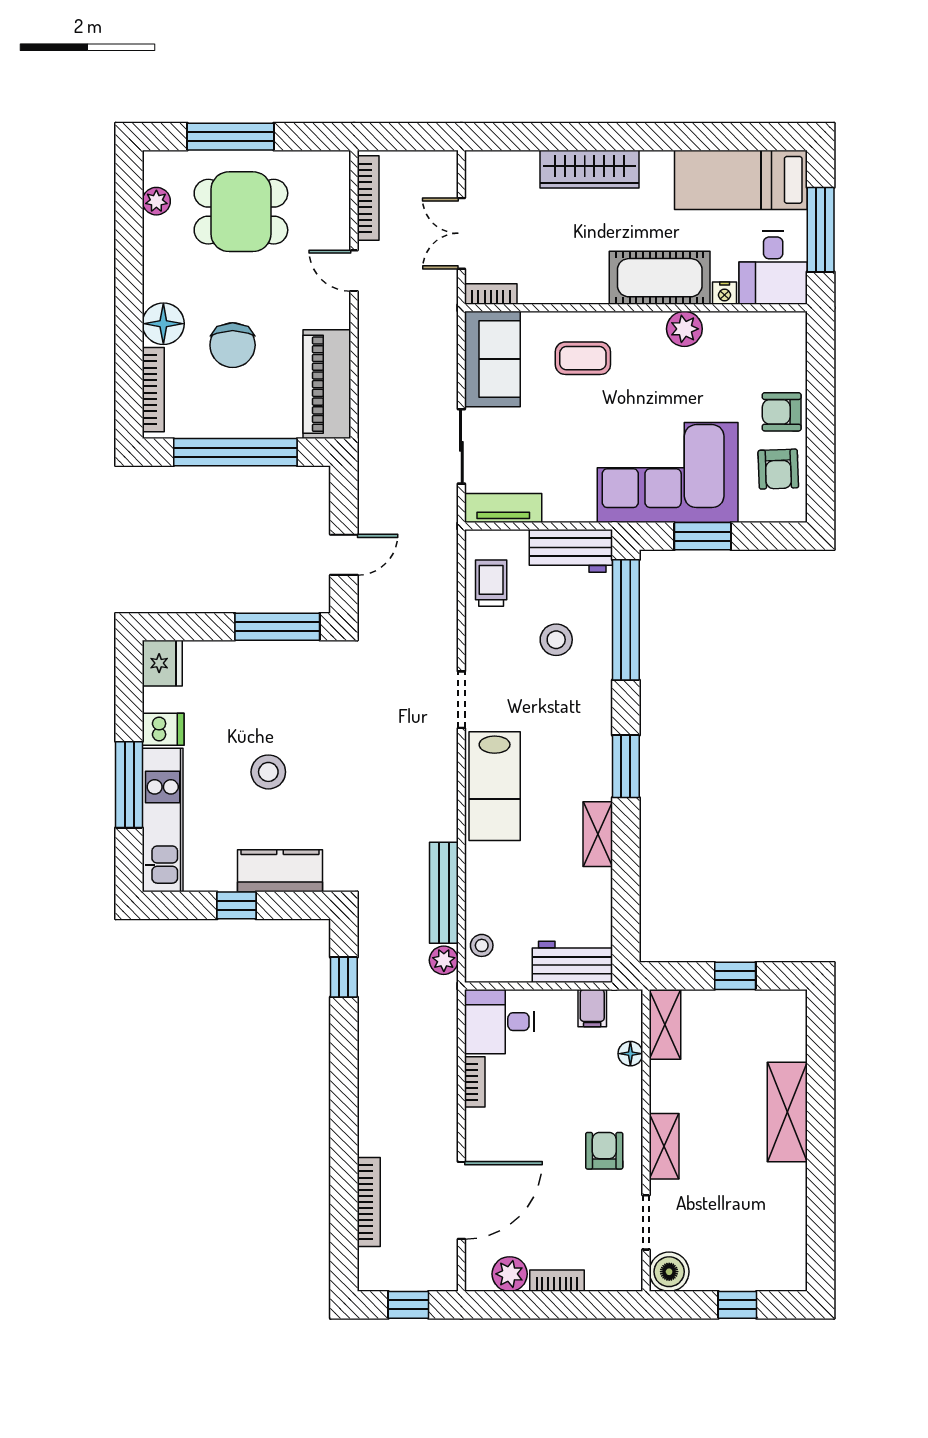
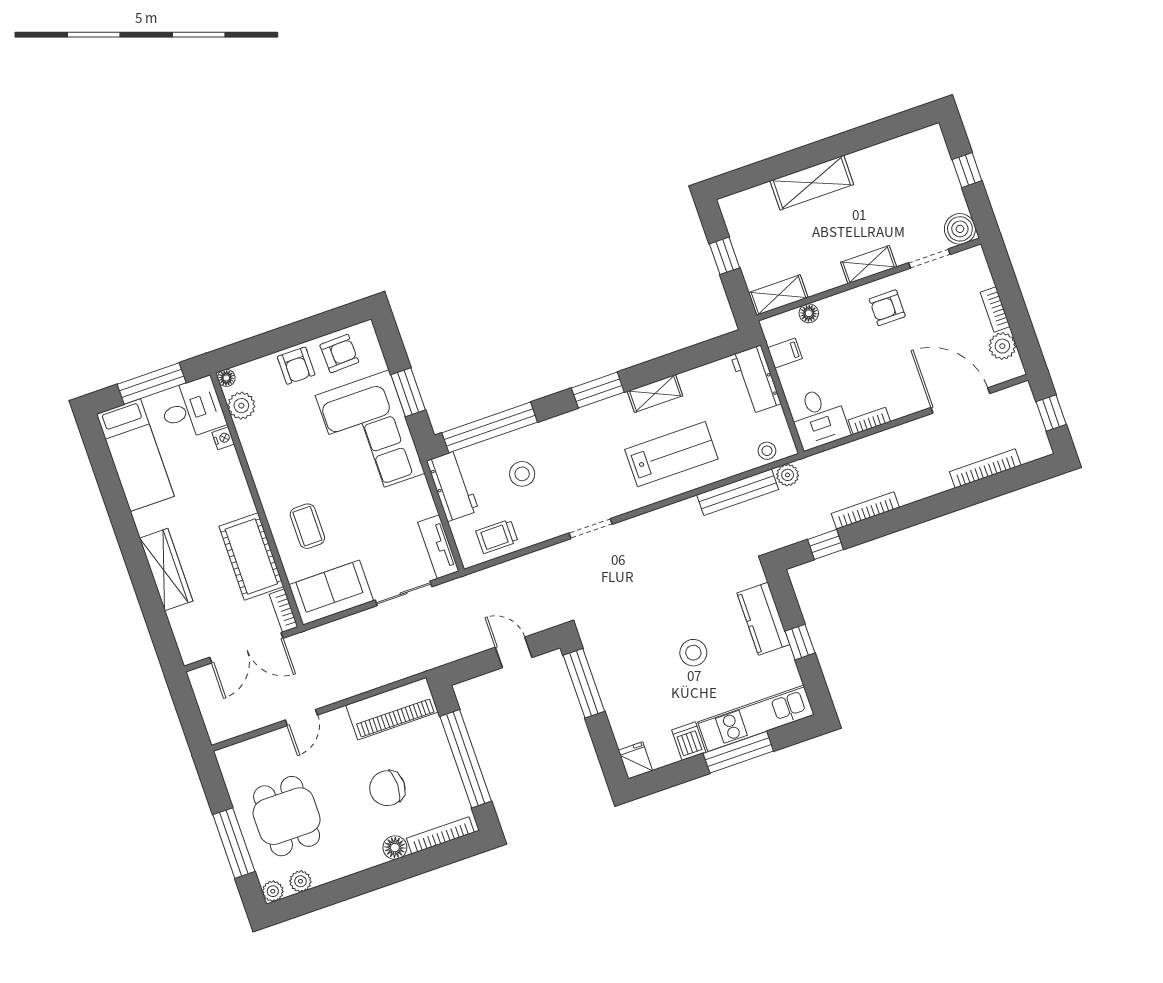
plant: (156, 164) -> (273, 891), added
bookcase: (368, 198) -> (865, 511), moved
double door: (461, 233) -> (246, 648), width x1.37
cot: (660, 278) -> (251, 556), moved
floor lamp: (796, 322) -> (226, 378), added
floor lamp: (163, 324) -> (395, 848), width x0.73, depth x0.73
plant: (684, 329) -> (241, 406), moved
chair: (233, 345) -> (387, 788), turned 180
fridge: (162, 663) -> (635, 760), width x0.72
lab bench: (495, 786) -> (671, 454), moved

